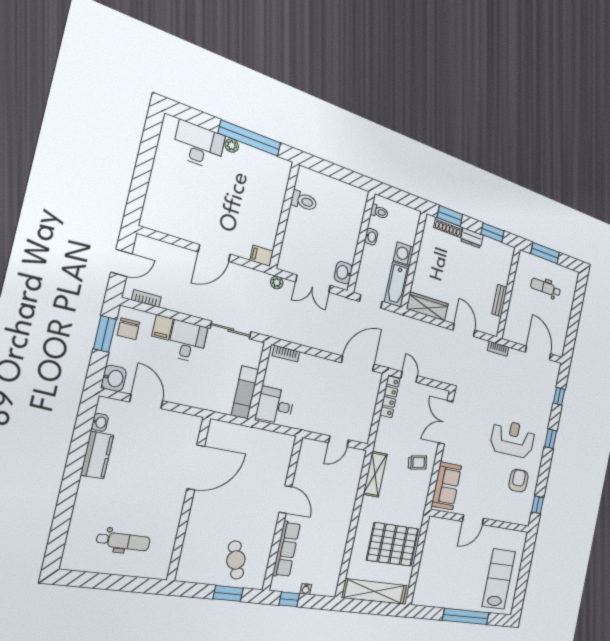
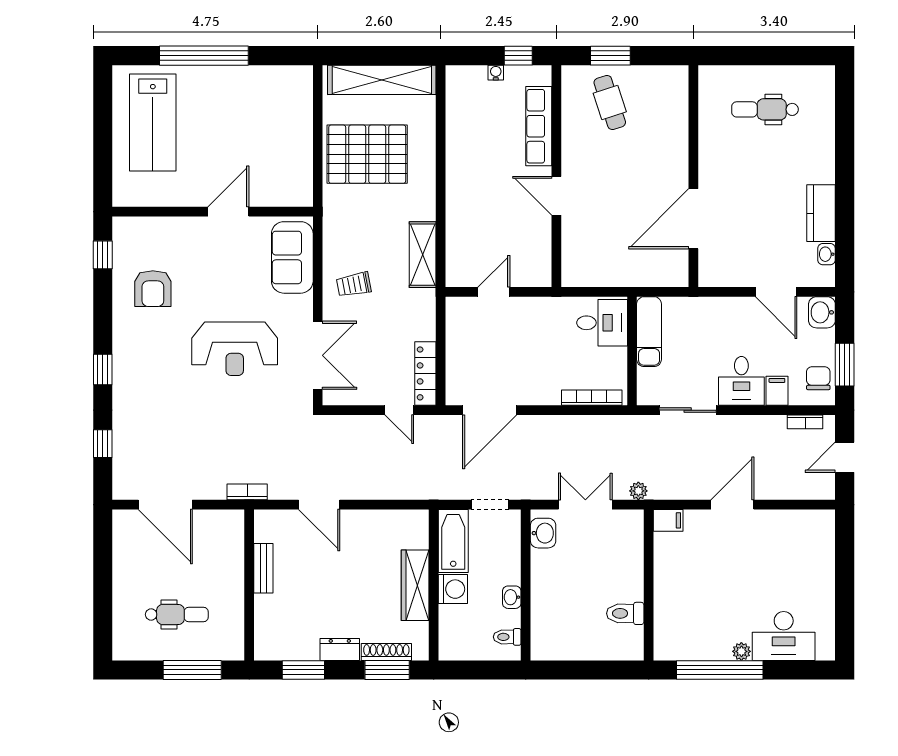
wardrobe: (427, 307) -> (415, 585), moved, turned 90
bookcase: (286, 354) -> (592, 398), width x1.56
reception desk: (513, 439) -> (235, 349), moved

